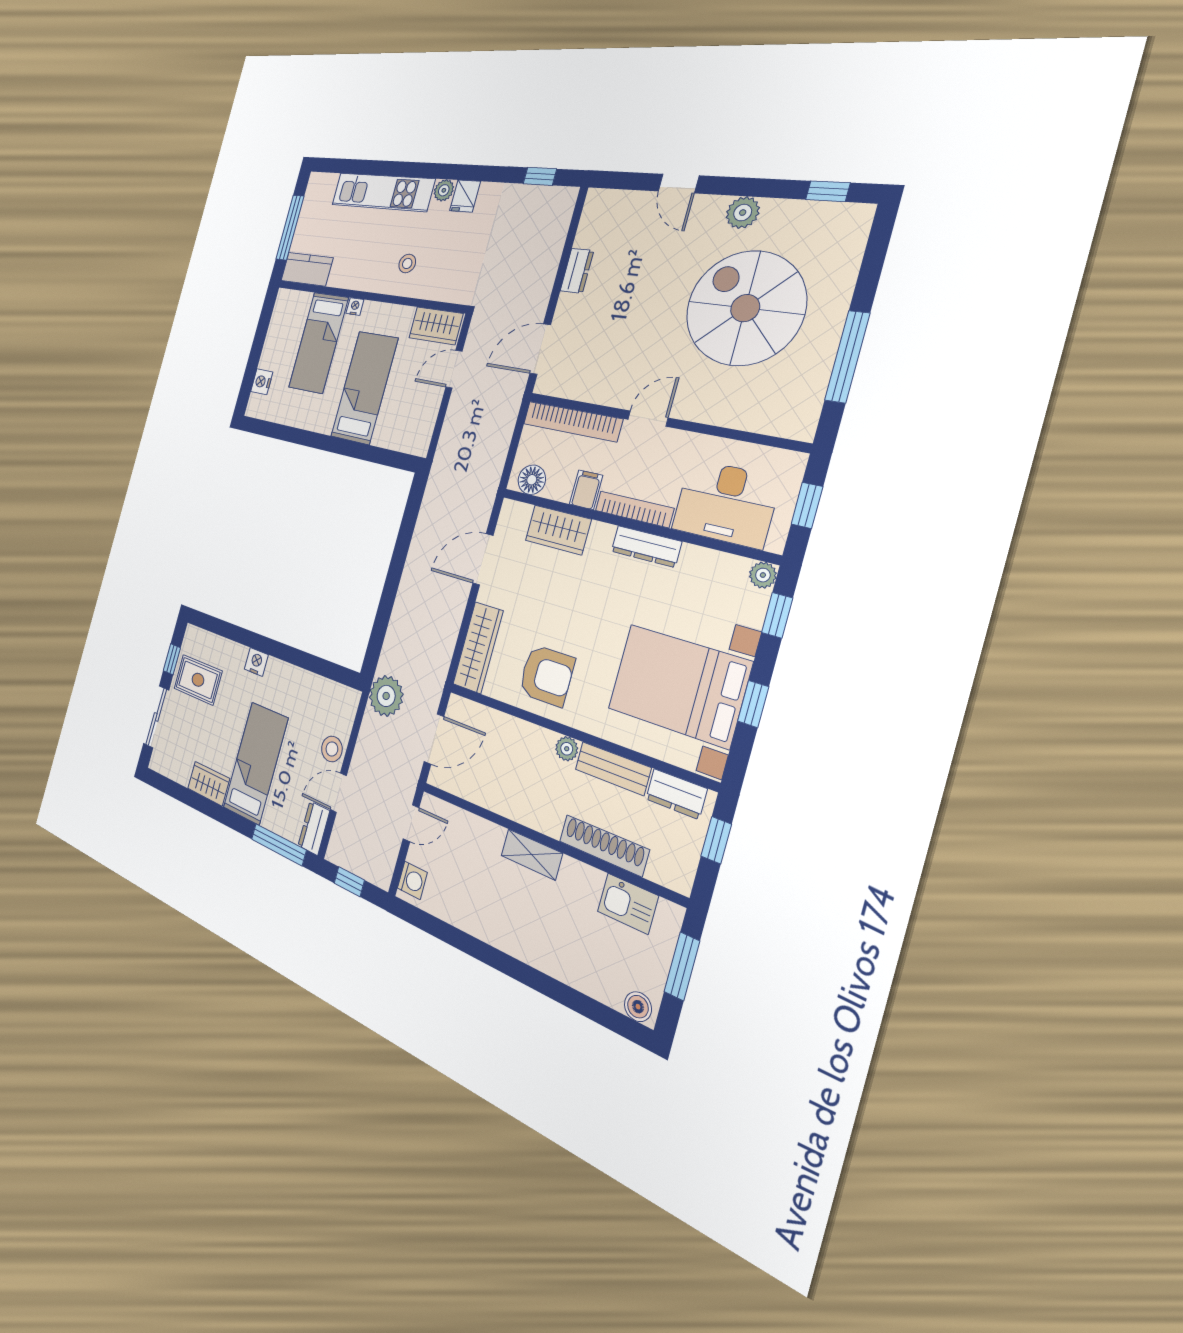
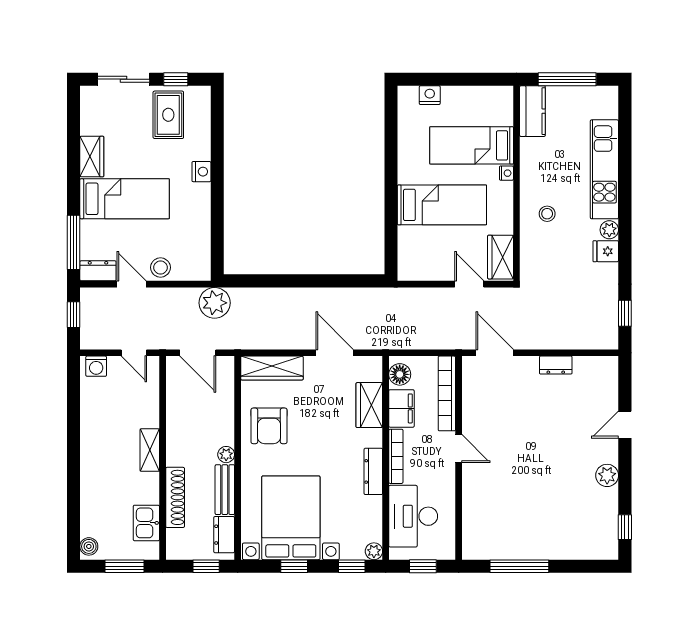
spiral stairs: (745, 308) -> (543, 494), removed
filing cabinet: (586, 490) -> (401, 408), width x2.00

